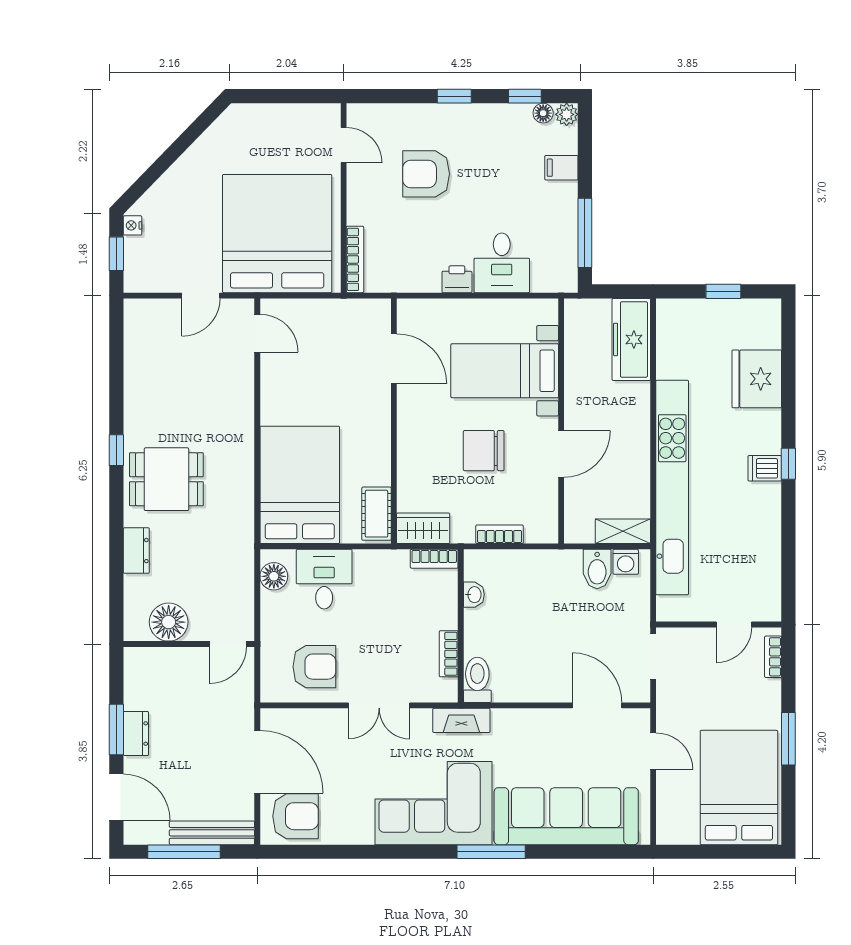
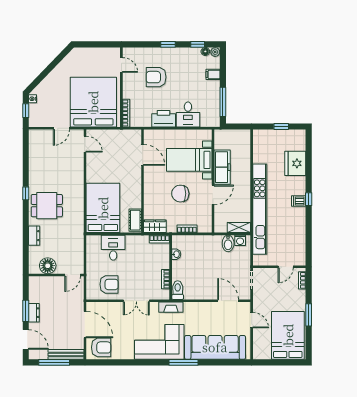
printer: (457, 279) -> (164, 119), width x1.87, depth x1.48
freezer: (631, 339) -> (222, 167), moved, turned 180
floor lamp: (274, 576) -> (92, 246), removed

